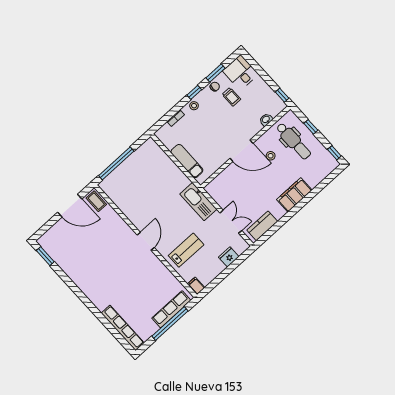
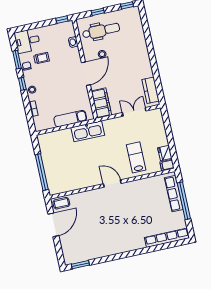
filing cabinet: (294, 195) -> (101, 103), moved, turned 180
kitchen sink: (198, 202) -> (88, 131), moved
fridge: (229, 257) -> (165, 153), moved

